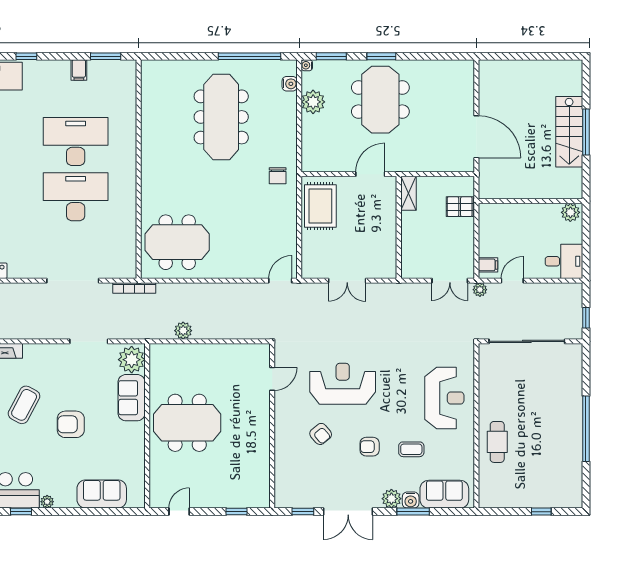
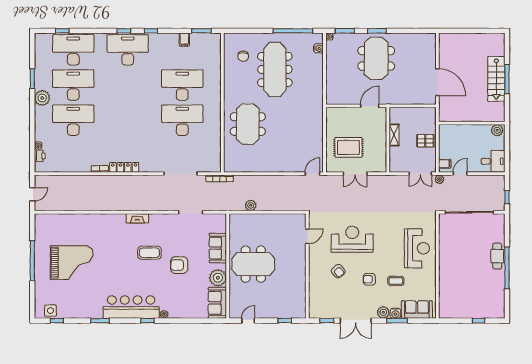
plant: (313, 102) -> (333, 60), removed
chair: (278, 176) -> (243, 56), moved
shelving: (408, 193) -> (394, 135), moved
rug: (320, 206) -> (348, 147), moved, turned 90
pallet: (460, 207) -> (425, 141), moved
meeting table: (177, 242) -> (248, 124), moved, turned 90
plant: (132, 360) -> (218, 278), moved
coffee table: (24, 405) -> (149, 253), turned 62
cafe table: (497, 442) -> (497, 256), moved
sofa: (102, 494) -> (217, 303), moved, turned -90

